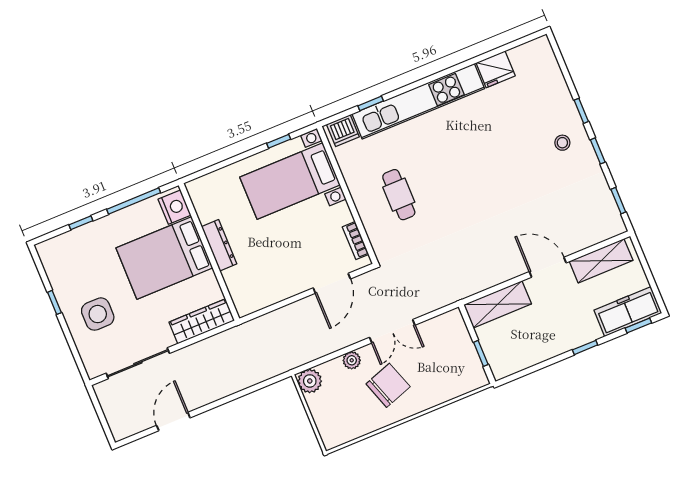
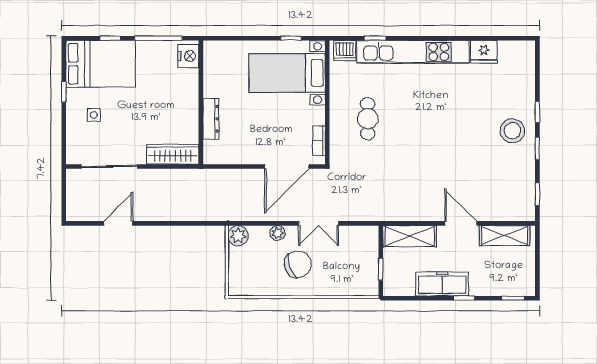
stool: (562, 143) -> (512, 131), width x1.89, depth x1.89
dresser: (219, 245) -> (211, 119), moved
bed: (164, 258) -> (101, 64), moved, turned 180
door: (332, 283) -> (287, 166), width x1.36
freezer: (628, 312) -> (442, 284), moved
side table: (98, 314) -> (94, 115), width x0.54, depth x0.54

